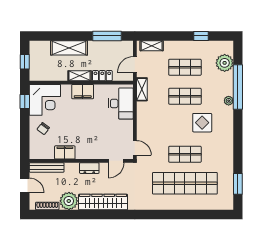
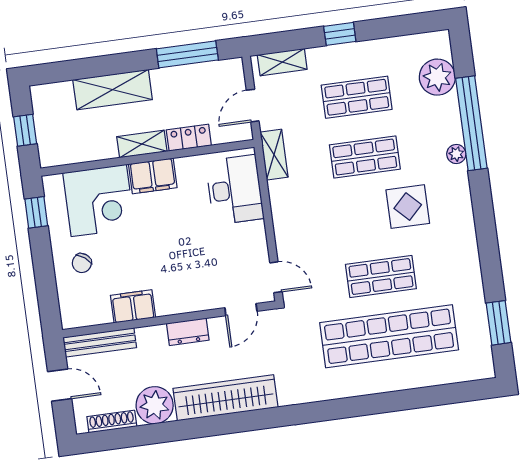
window: (201, 36) -> (340, 34), moved
corner desk: (45, 100) -> (99, 200), moved

